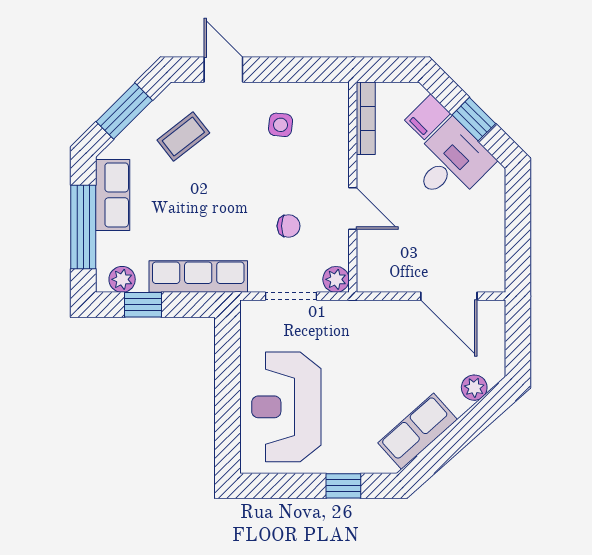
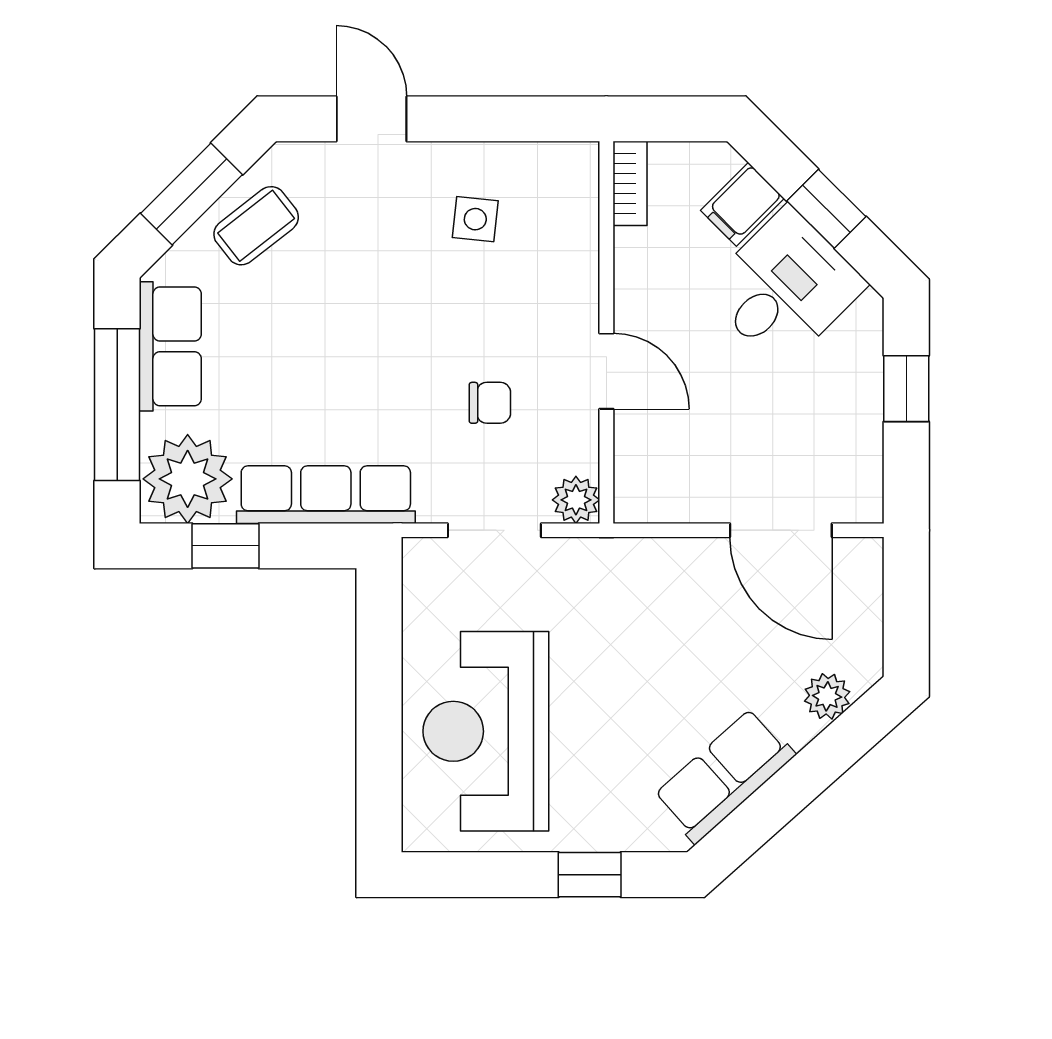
bookcase: (366, 118) -> (630, 183), width x0.64
coffee table: (183, 136) -> (256, 226), moved
window: (518, 218) -> (906, 389), added
plant: (122, 279) -> (188, 479), width x1.87, depth x1.87

